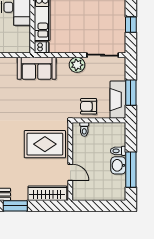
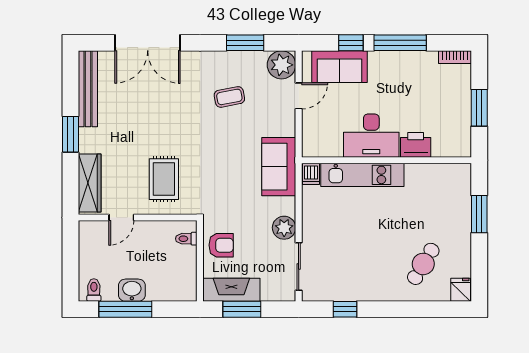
armchair: (89, 106) -> (221, 245), turned 90
rug: (45, 144) -> (164, 179), width x0.73, depth x0.70
toilet: (118, 151) -> (94, 290), moved

